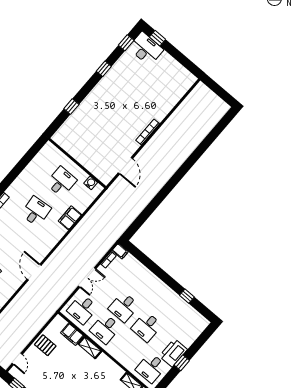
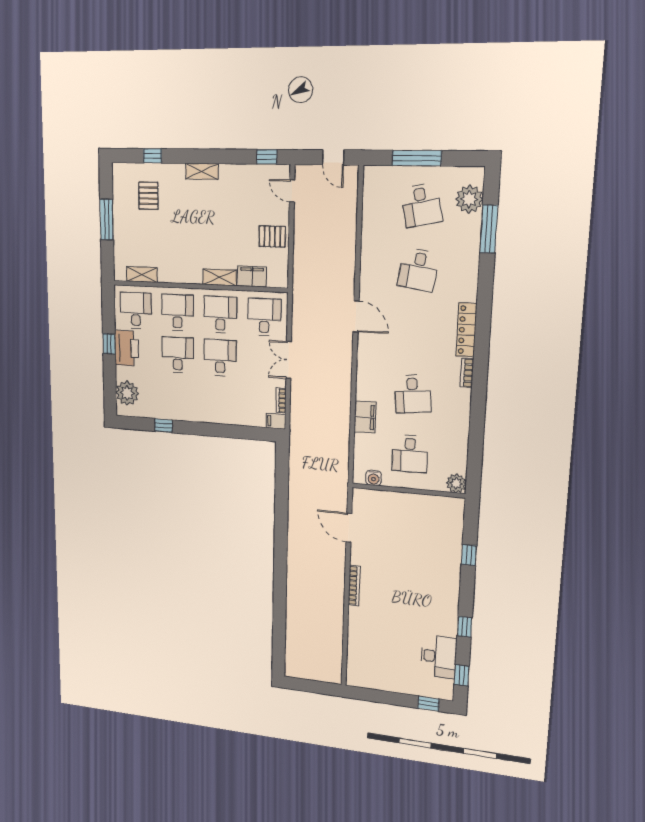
desk: (146, 49) -> (439, 657), moved, turned -90
plant: (49, 149) -> (456, 483), added
plant: (194, 329) -> (127, 393), added
desk: (128, 348) -> (178, 313), added

